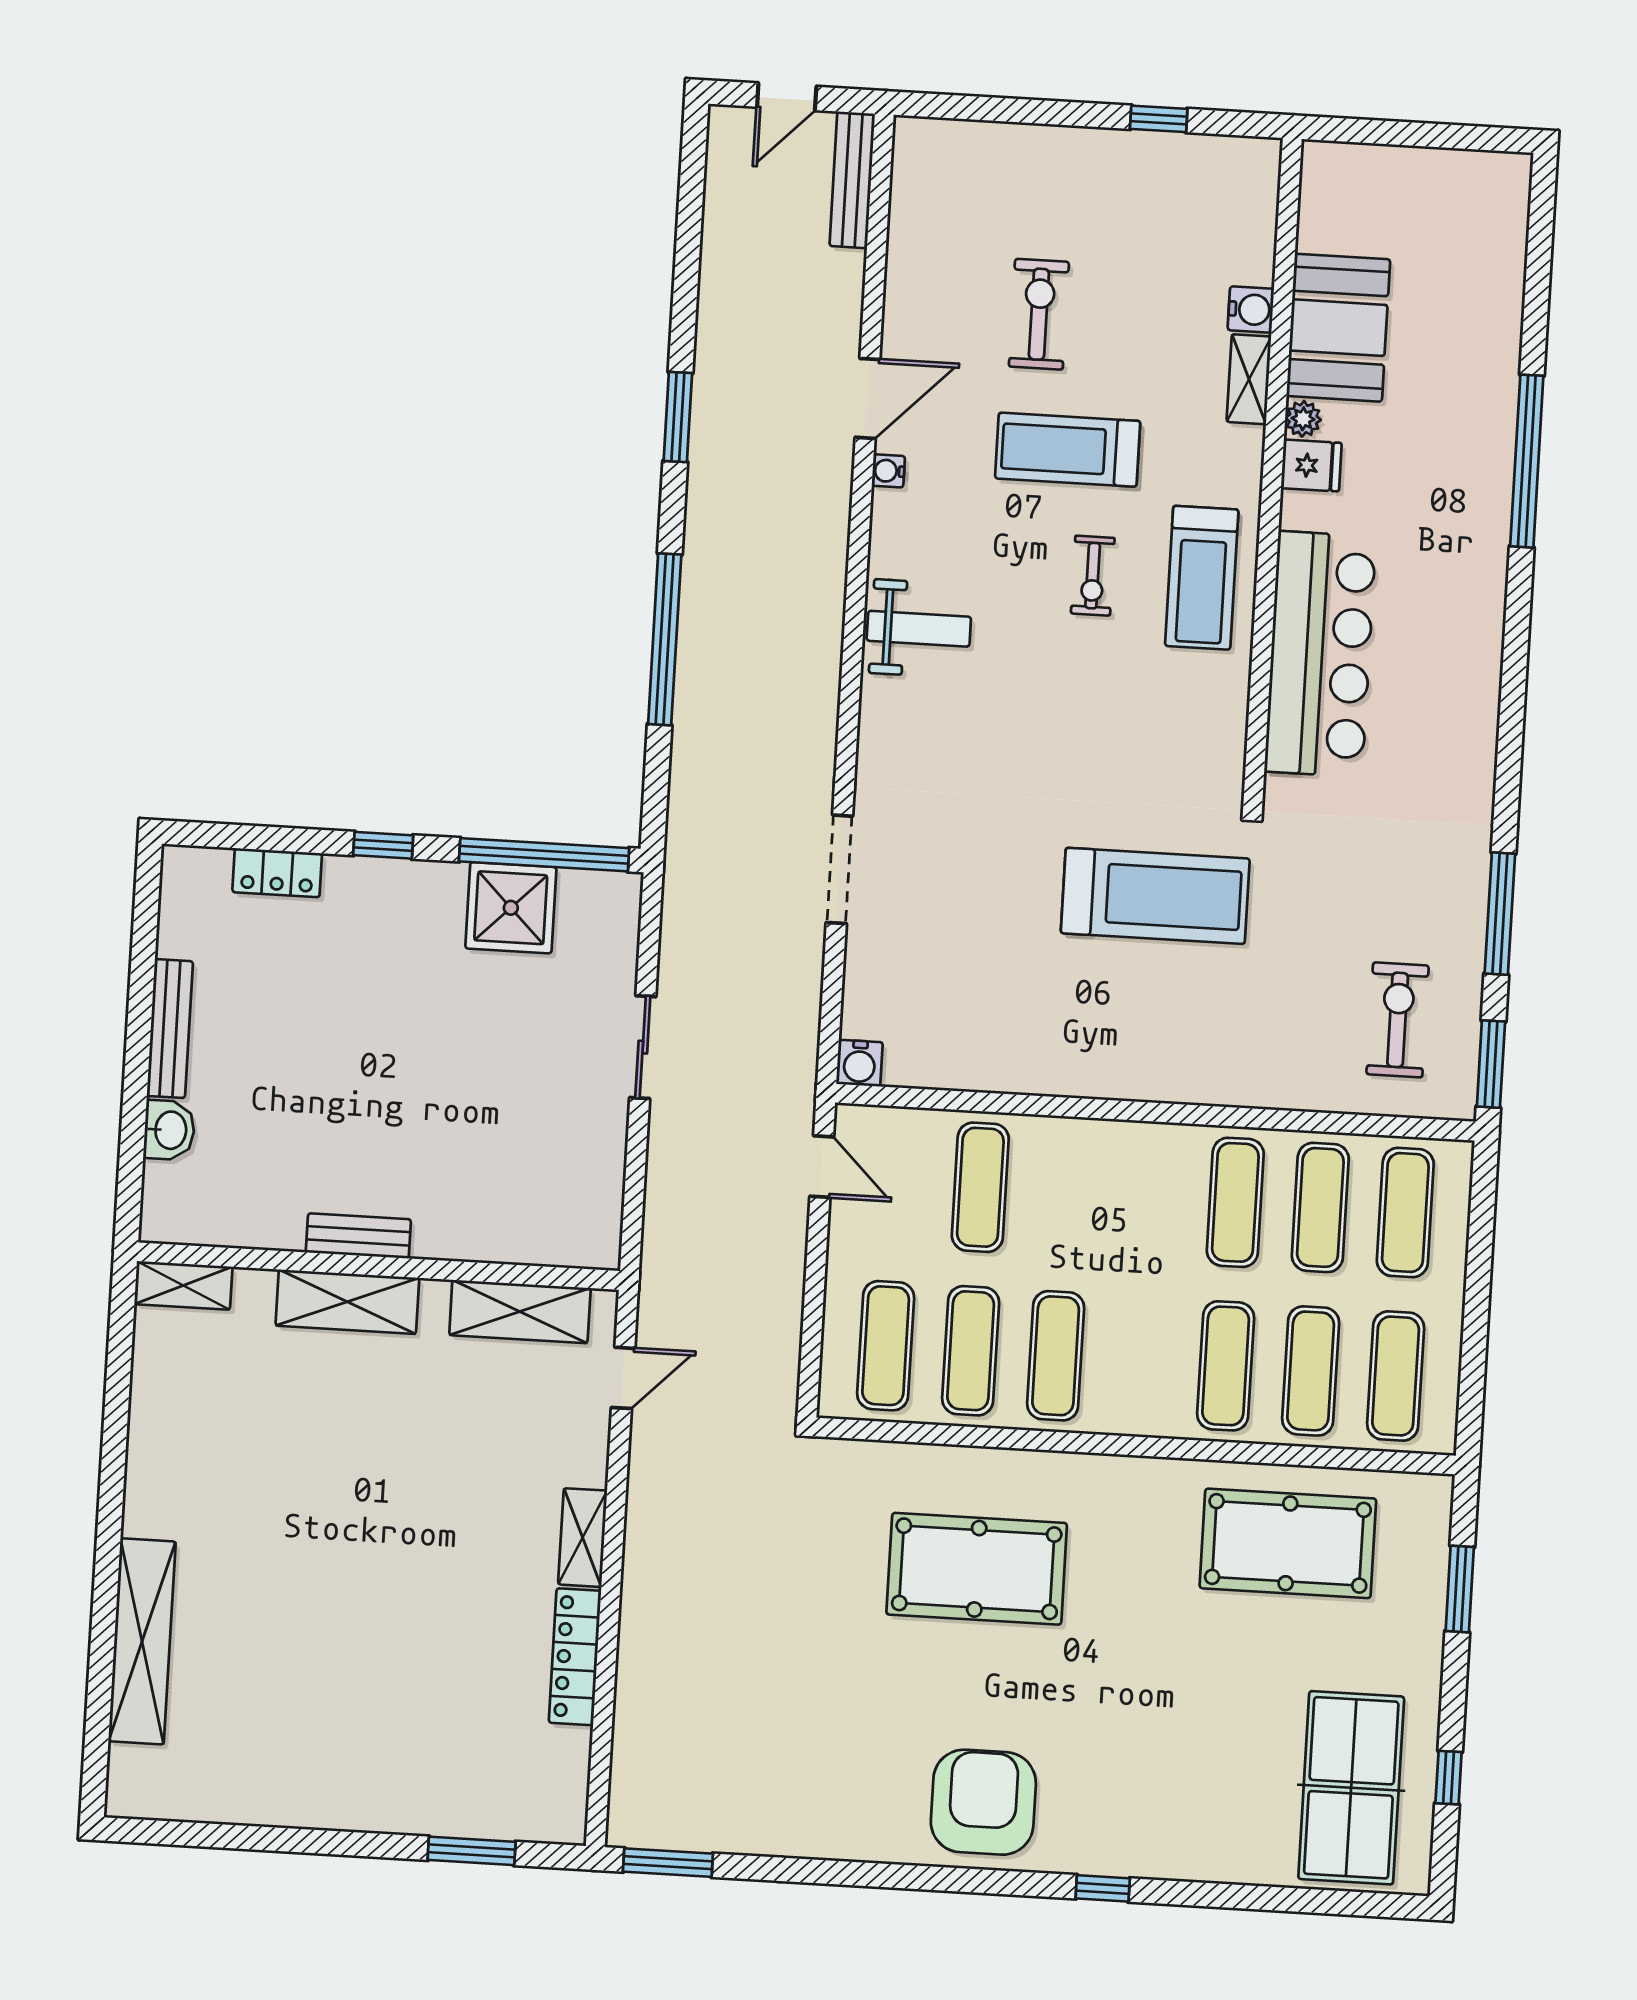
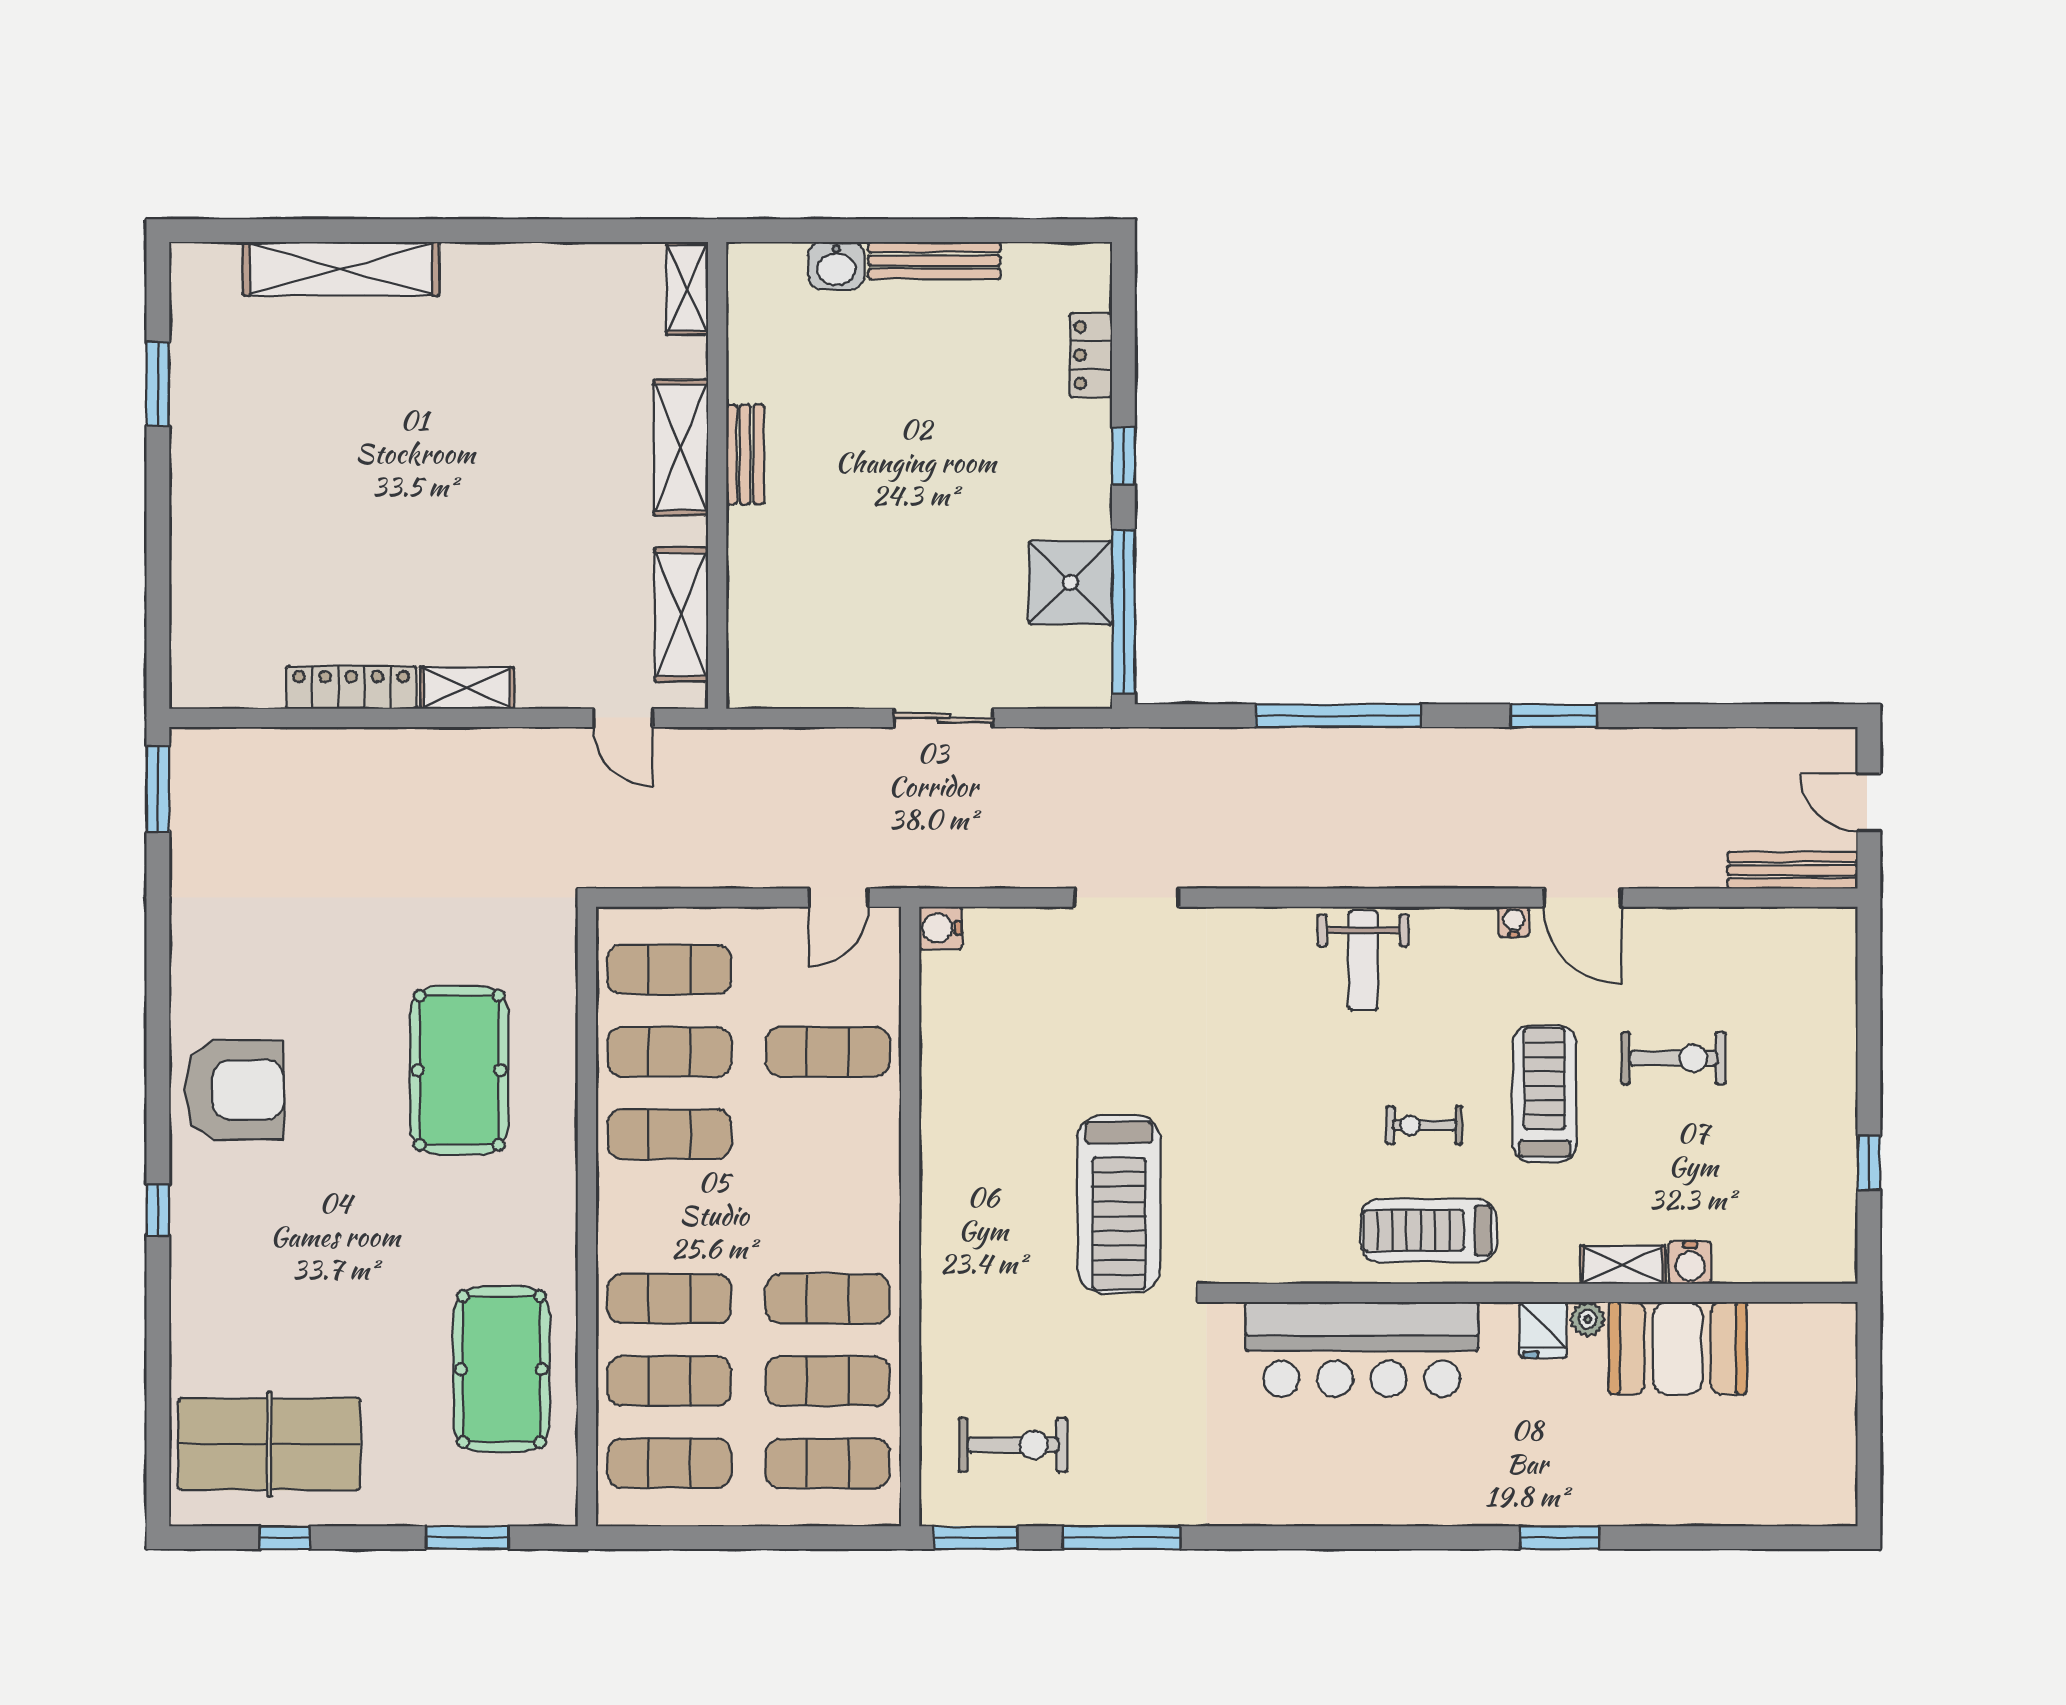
window: (1527, 461) -> (1560, 1538), width x0.47
window: (472, 1851) -> (158, 384), moved

